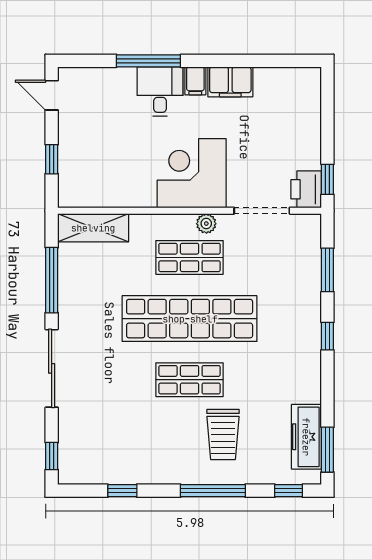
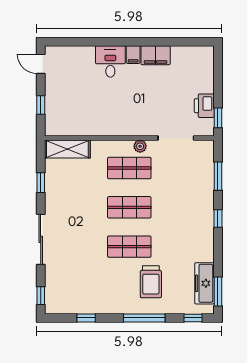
window: (148, 61) -> (103, 42), removed
corner desk: (192, 173) -> (131, 114), removed
printer: (306, 189) -> (204, 106), moved
window: (52, 280) -> (41, 183), width x0.46
shop shelf: (190, 319) -> (129, 207), width x0.50, depth x0.74

